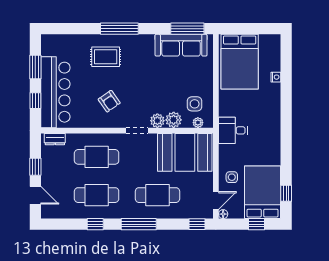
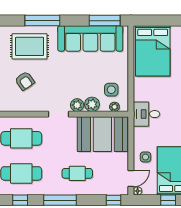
sofa: (181, 45) -> (90, 38), width x1.36, depth x1.27
rug: (106, 57) -> (30, 46), width x1.36, depth x1.43
armchair: (109, 101) -> (25, 81), moved
cafe table: (157, 195) -> (77, 173), width x0.73, depth x0.74

